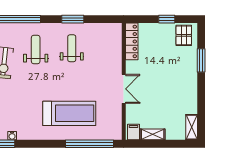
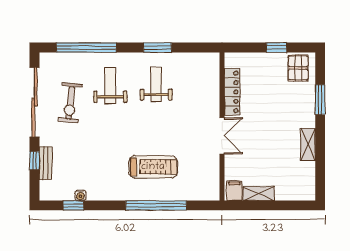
locker: (132, 41) -> (232, 92), moved
treadmill: (69, 113) -> (153, 167), width x0.73, depth x0.73
shelving: (192, 127) -> (308, 144), moved
window: (90, 144) -> (156, 205), moved

